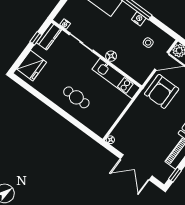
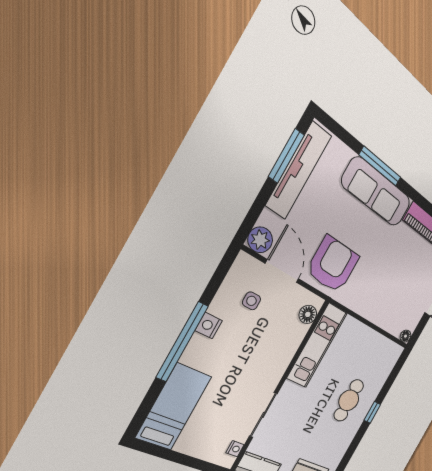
floor lamp: (111, 56) -> (308, 314), moved
armchair: (162, 91) -> (333, 265), turned -90
window: (64, 114) -> (372, 412), added

